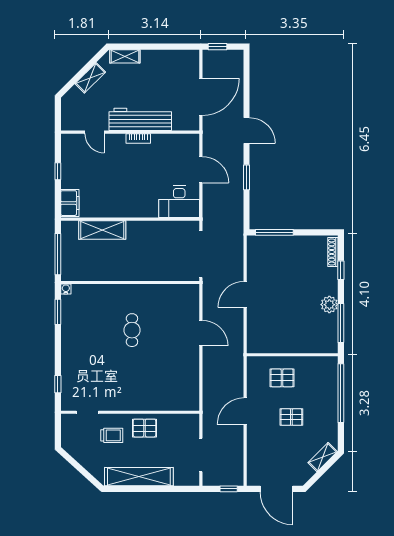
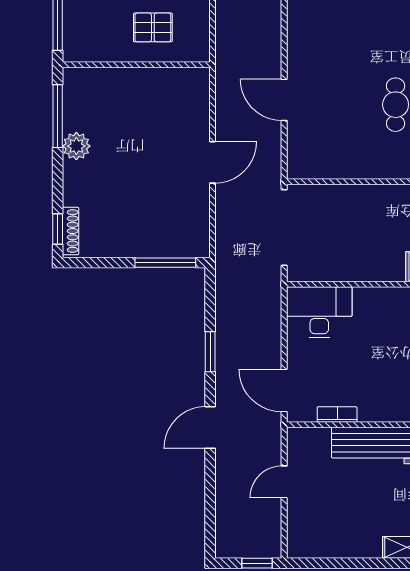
door: (201, 97) -> (284, 482), width x0.53
door: (247, 131) -> (210, 427), hinge flipped
bookcase: (138, 139) -> (337, 415), moved
door: (201, 170) -> (284, 391), moved
window: (341, 270) -> (58, 229), moved

